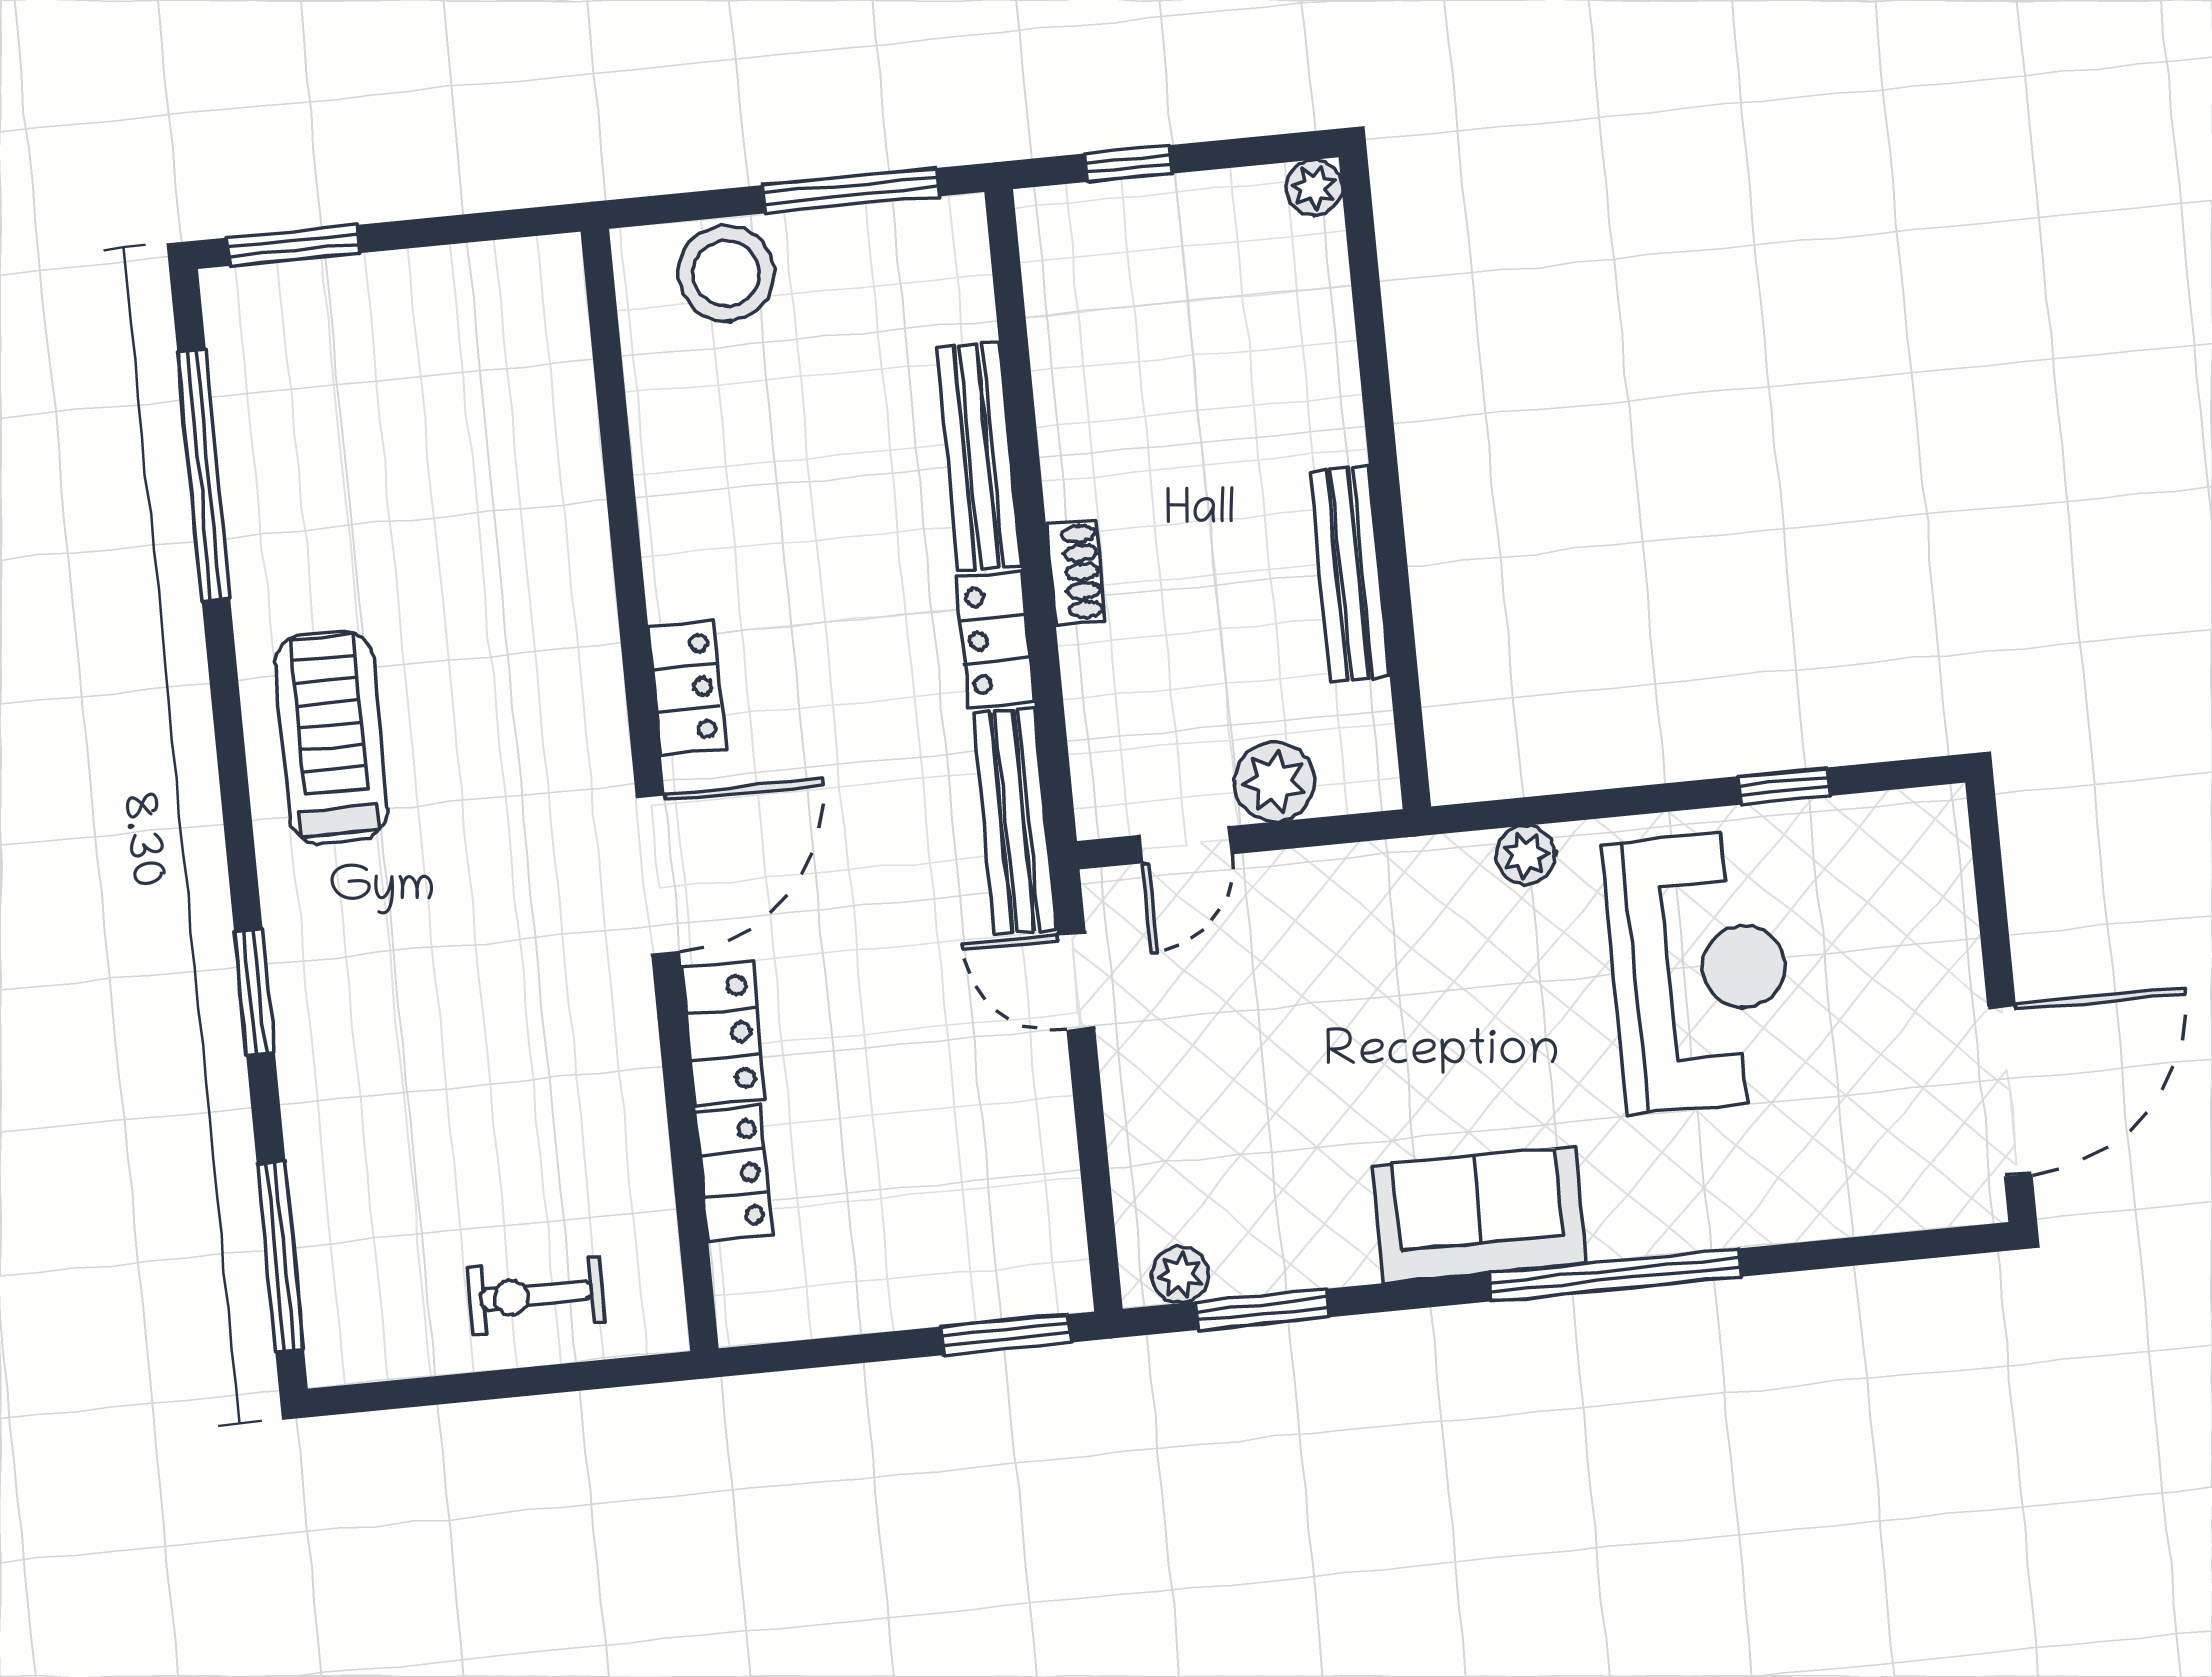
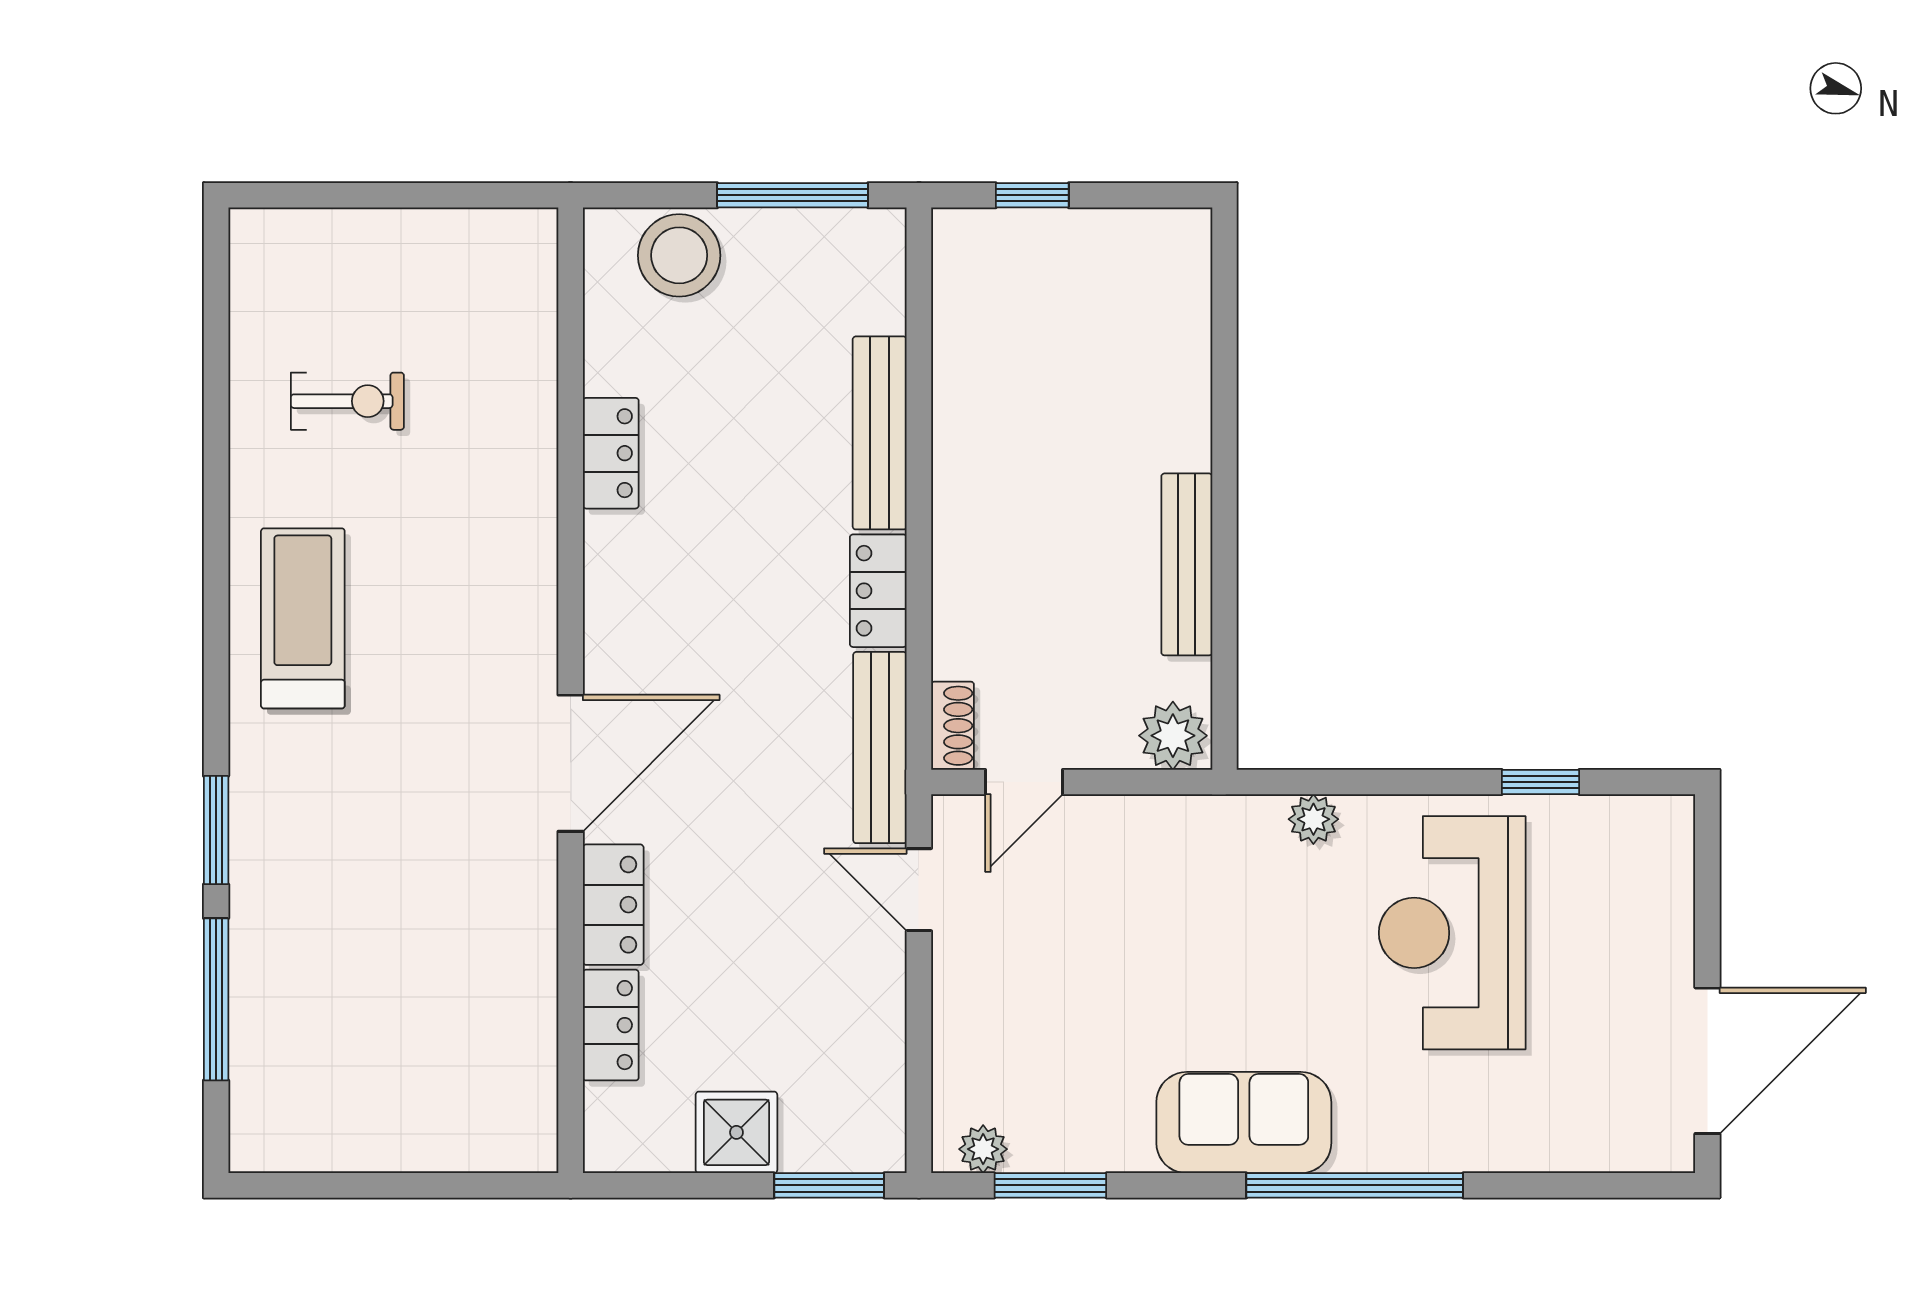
plant: (1314, 188) -> (1188, 231), removed
window: (294, 245) -> (312, 195), removed
window: (204, 475) -> (216, 384), removed
shoe rack: (1075, 572) -> (953, 726), moved
locker: (687, 688) -> (611, 453), moved
plant: (1274, 782) -> (1173, 736), moved
reception desk: (1699, 971) -> (1452, 933), turned 180
window: (280, 1257) -> (216, 999), moved
shower: (892, 1284) -> (736, 1132), added
exercise bike: (536, 1295) -> (347, 401), moved, turned 180

